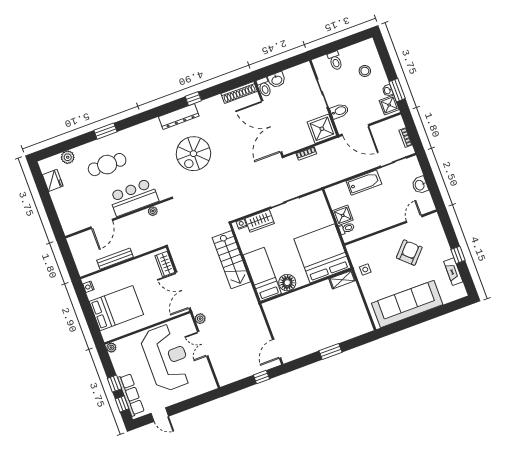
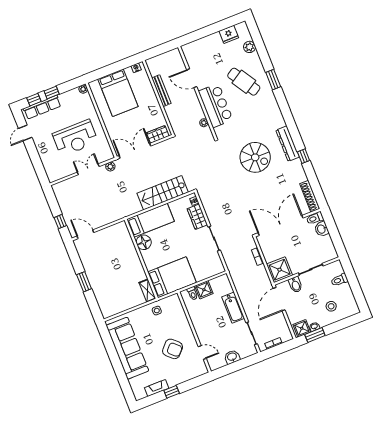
spiral stairs: (193, 154) -> (255, 157), turned 180
cafe table: (107, 165) -> (244, 82), turned -32
bed: (322, 253) -> (172, 277), width x0.73
reception desk: (167, 358) -> (75, 138), width x0.74, depth x0.77

